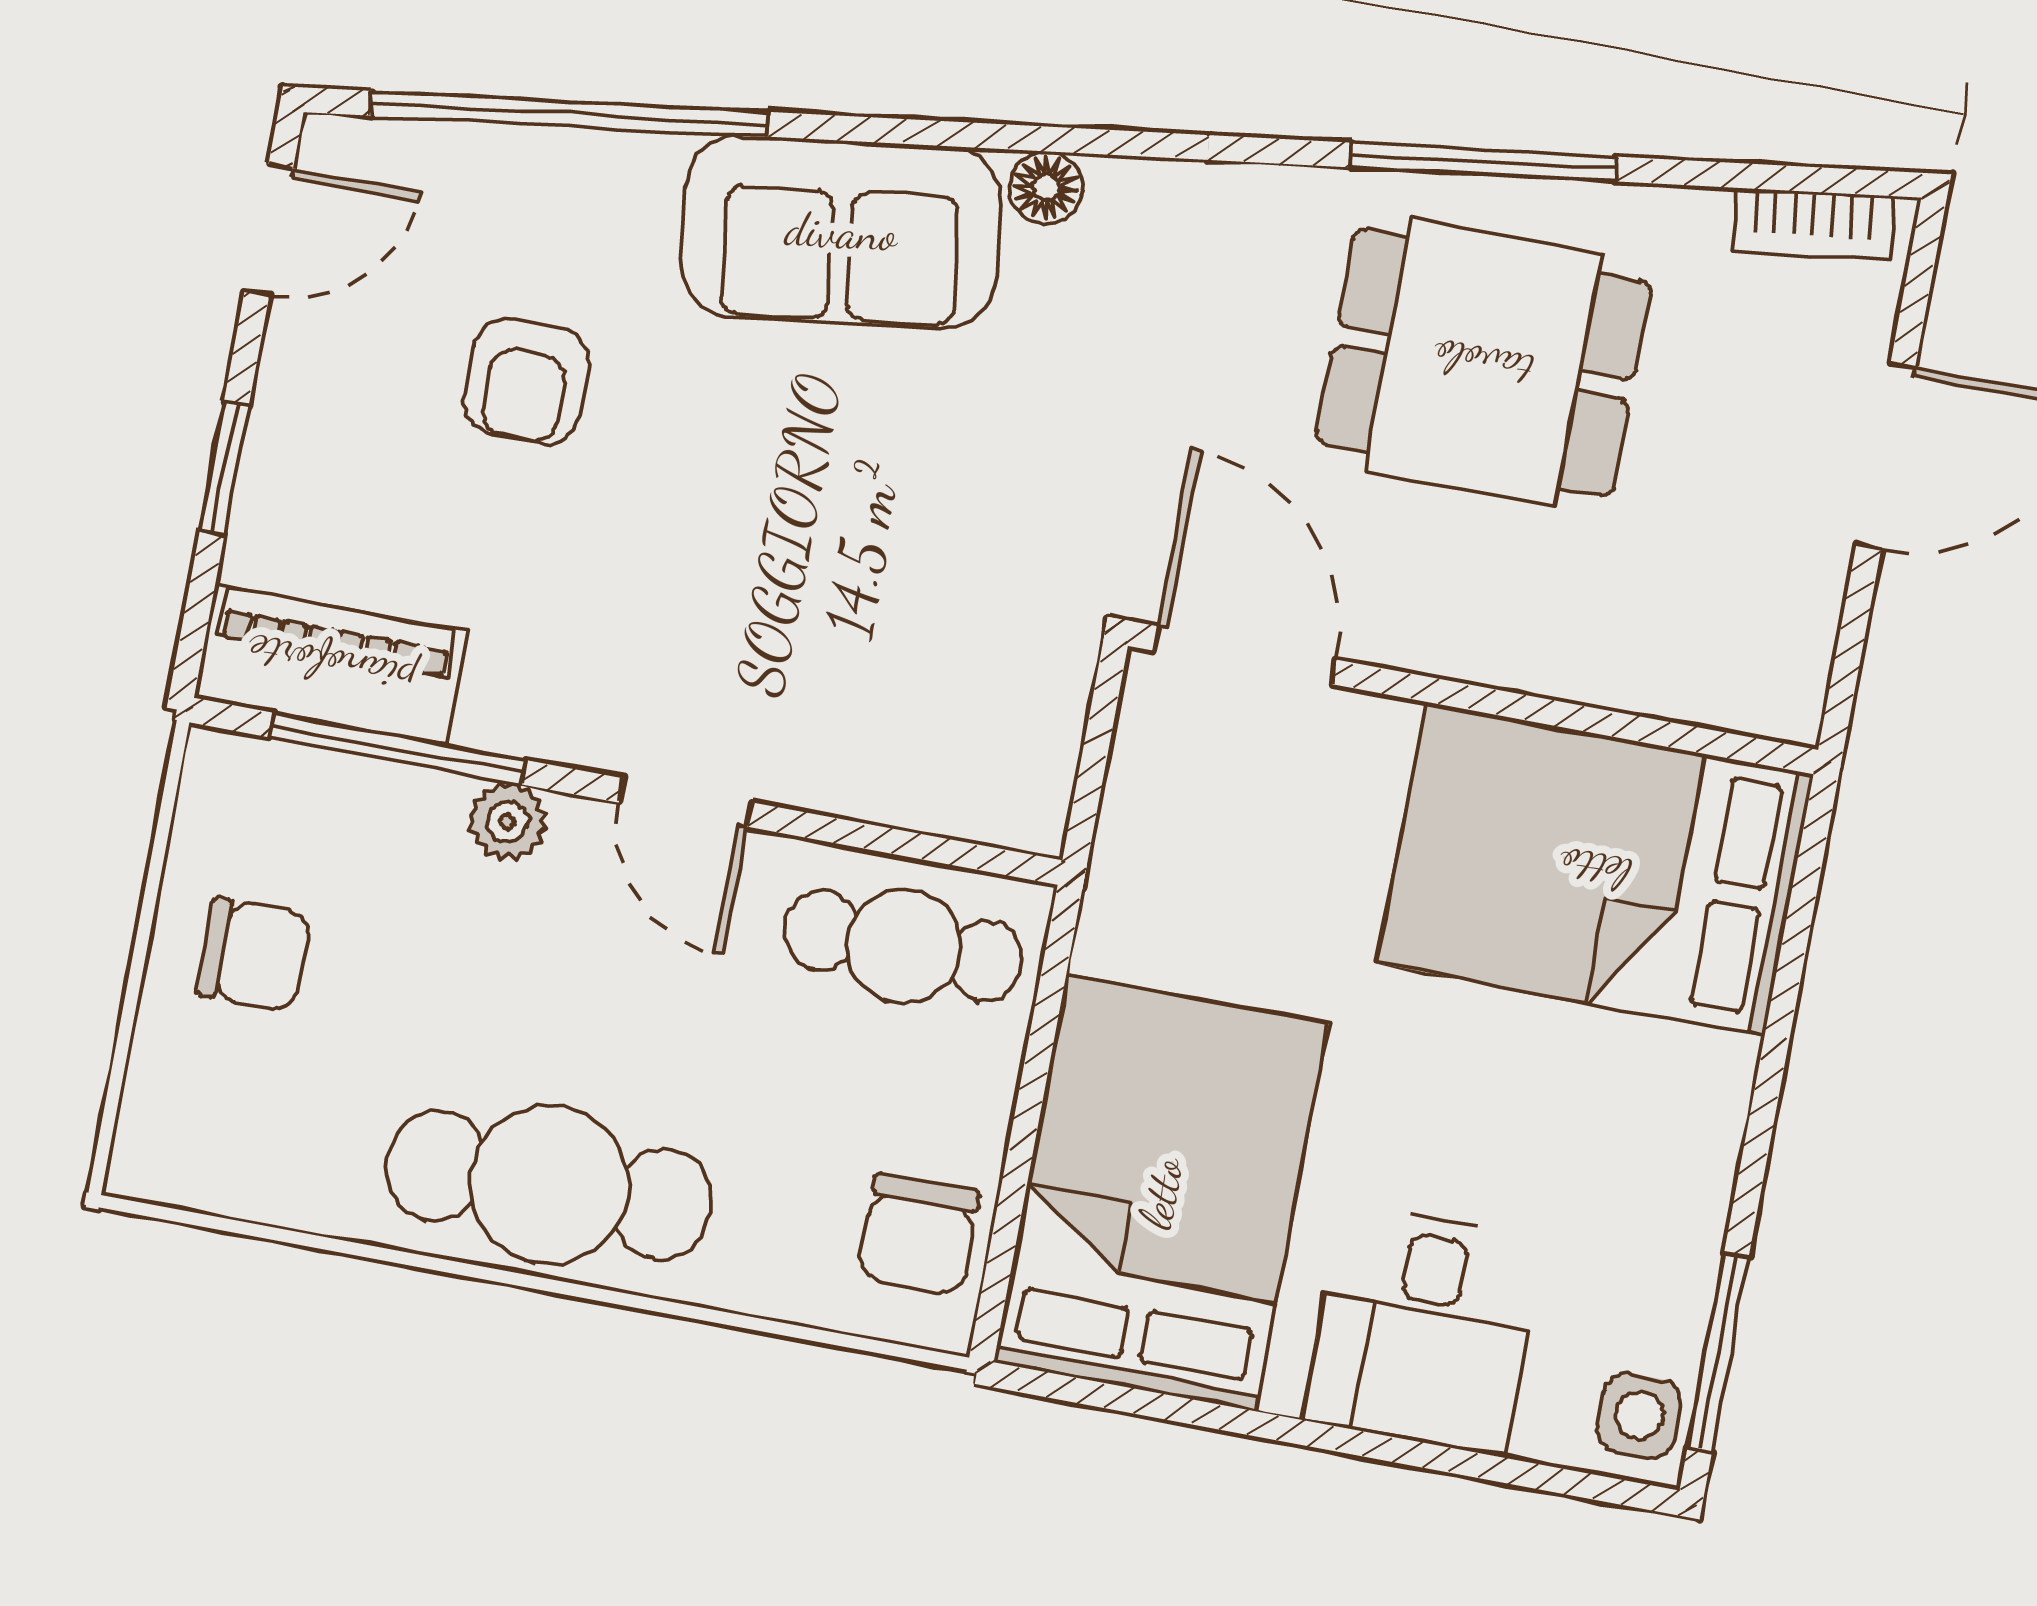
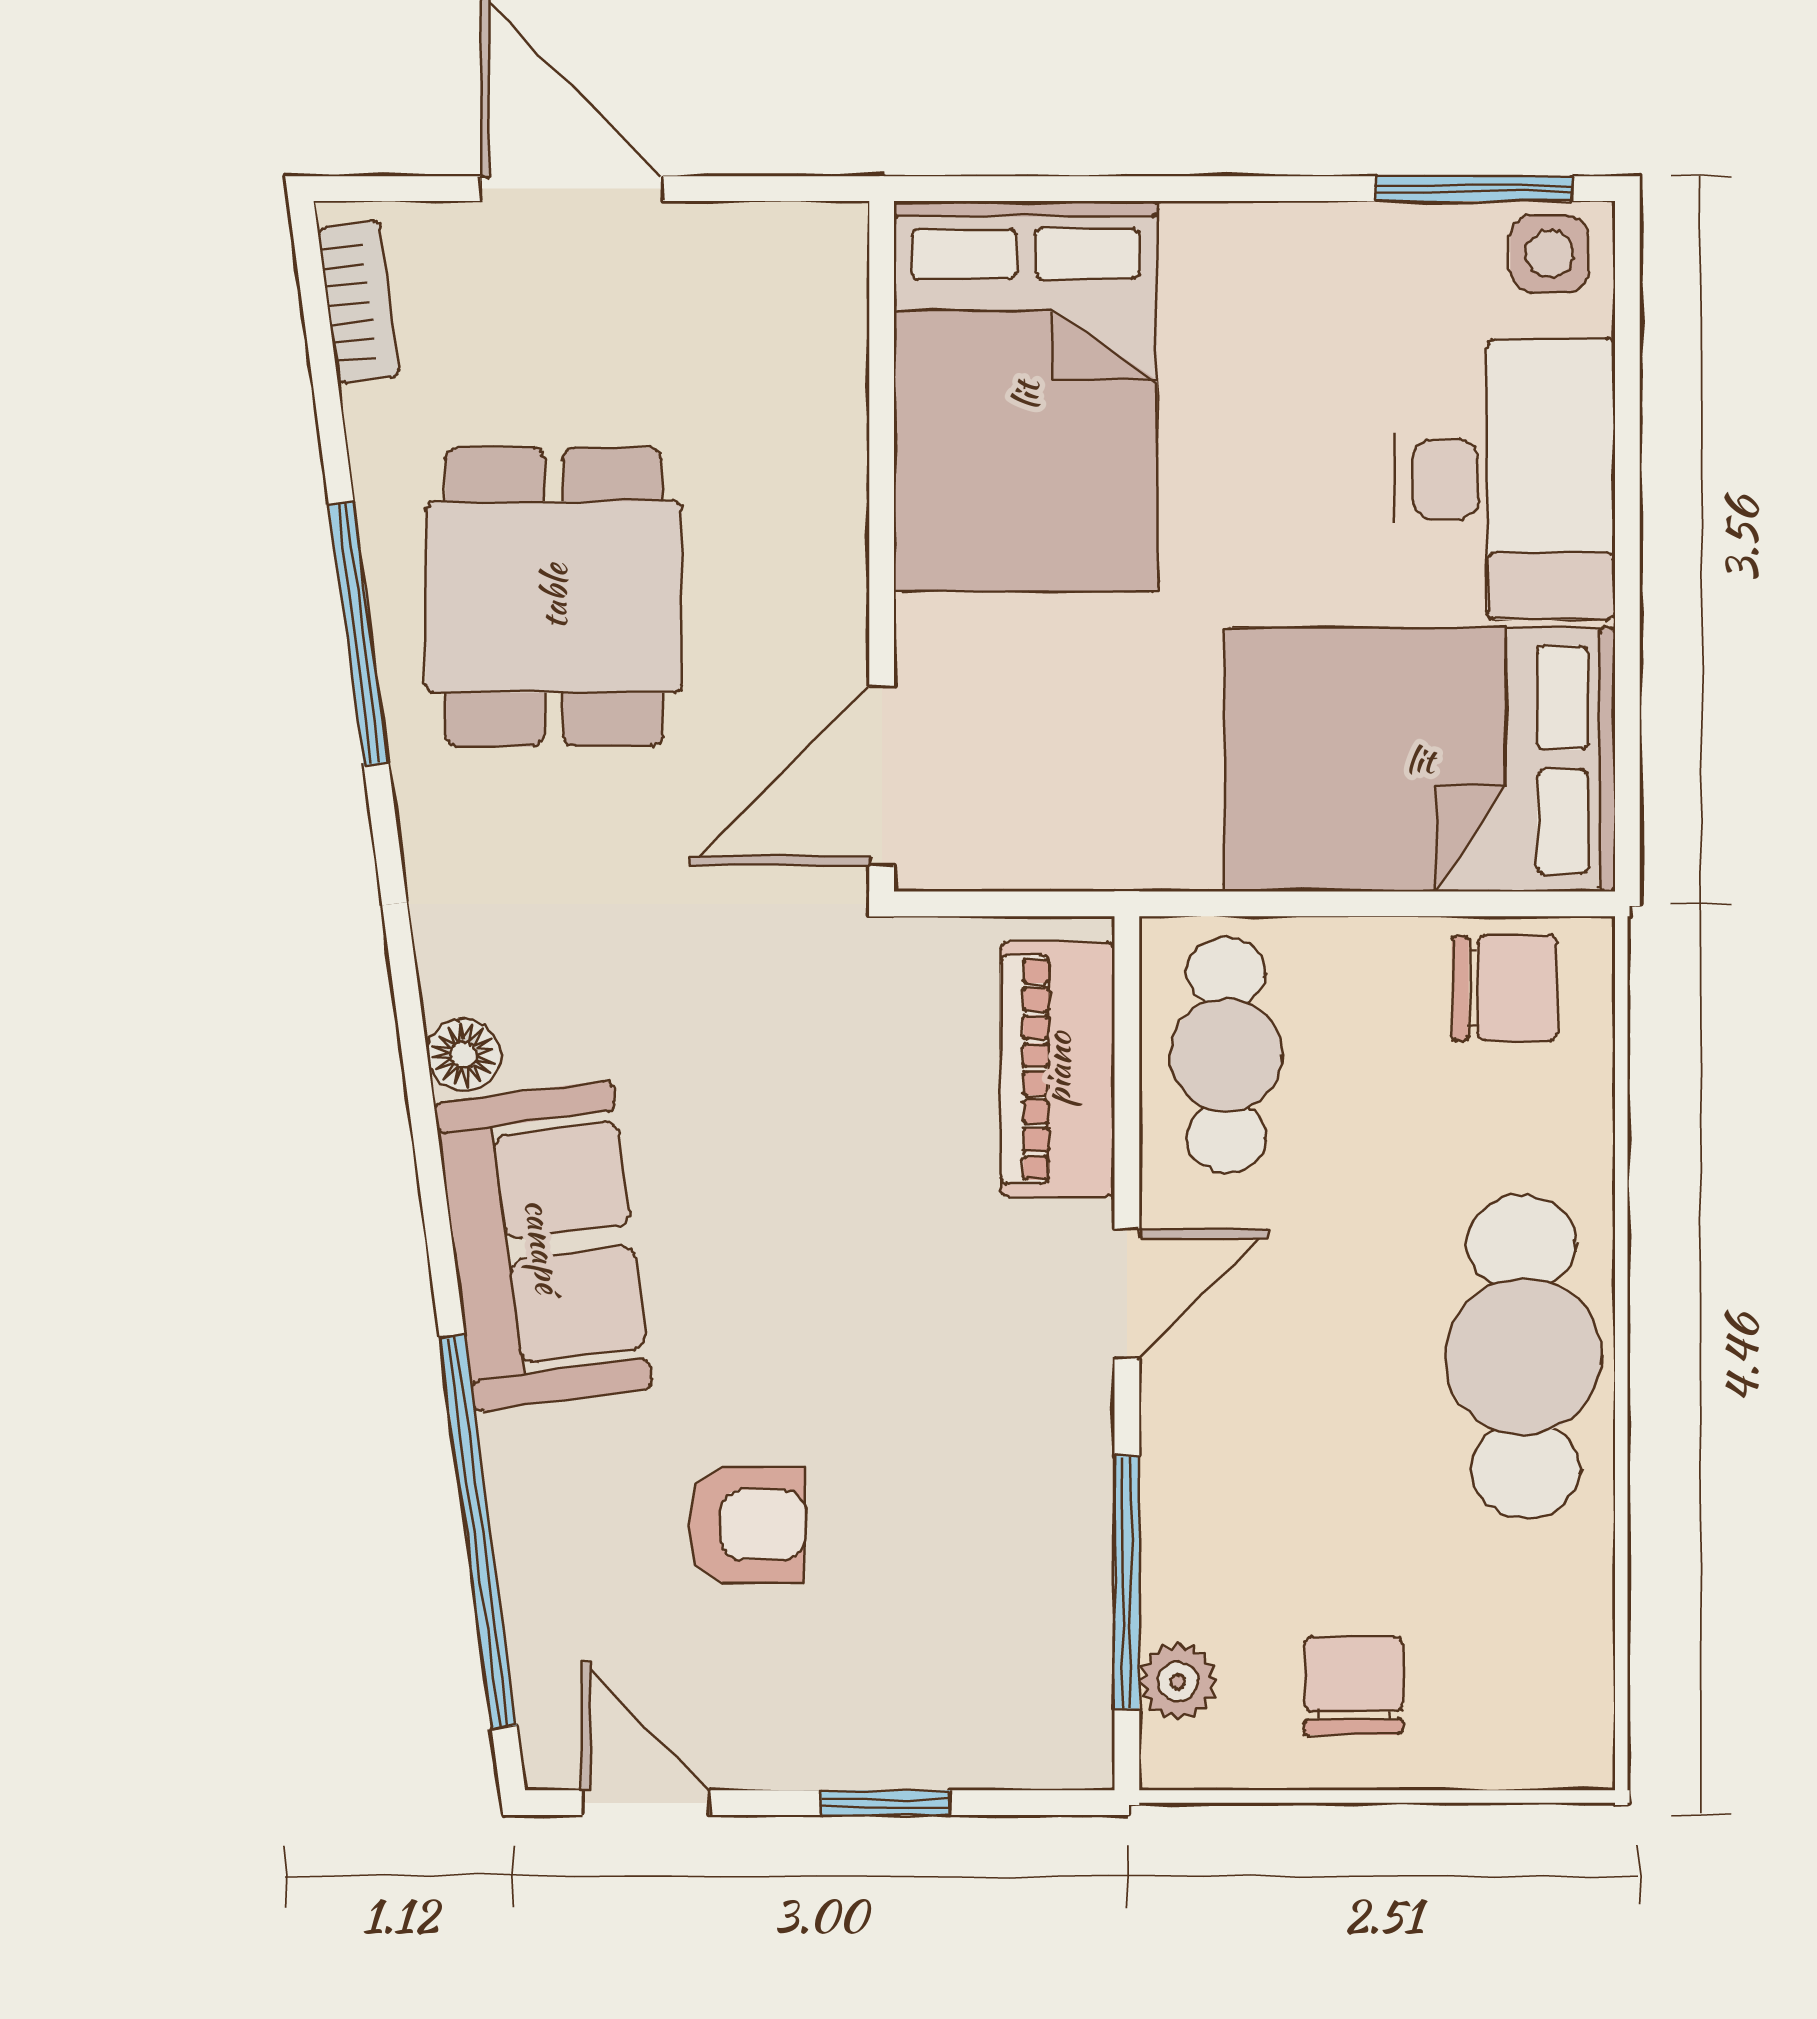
piano: (331, 665) -> (1058, 1069), moved
plant: (507, 822) -> (1178, 1682), moved
desk: (1424, 1329) -> (1505, 479), width x1.37

